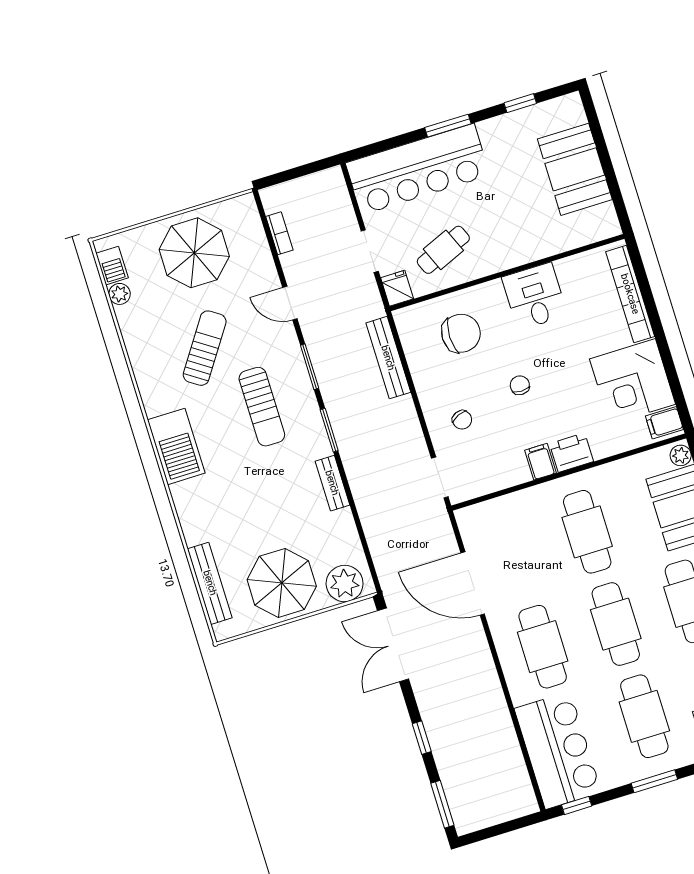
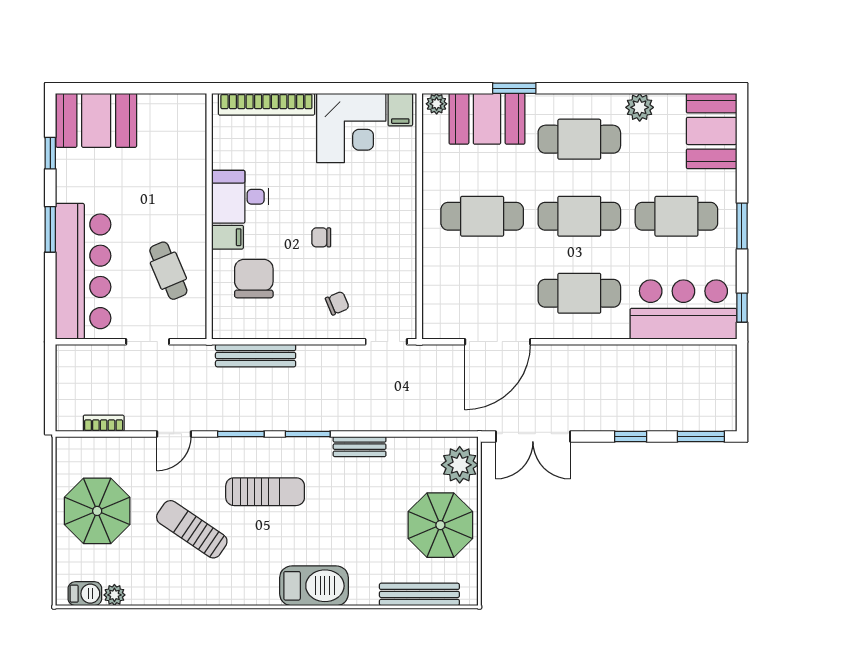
booth: (575, 169) -> (96, 120), moved
fridge: (397, 288) -> (191, 326), removed
barbecue: (176, 446) -> (314, 586), moved
printer: (571, 453) -> (401, 208), removed
filing cabinet: (540, 462) -> (228, 237), moved, turned 180

